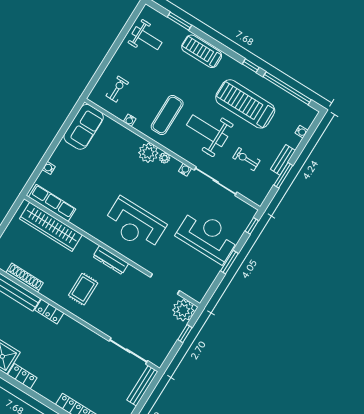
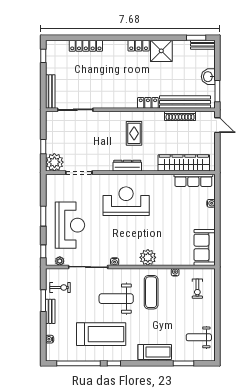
weight bench: (207, 131) -> (116, 299), turned 180
plant: (165, 158) -> (60, 261), moved
exercise bike: (246, 159) -> (60, 287), moved
reception desk: (208, 236) -> (70, 225), turned -90

